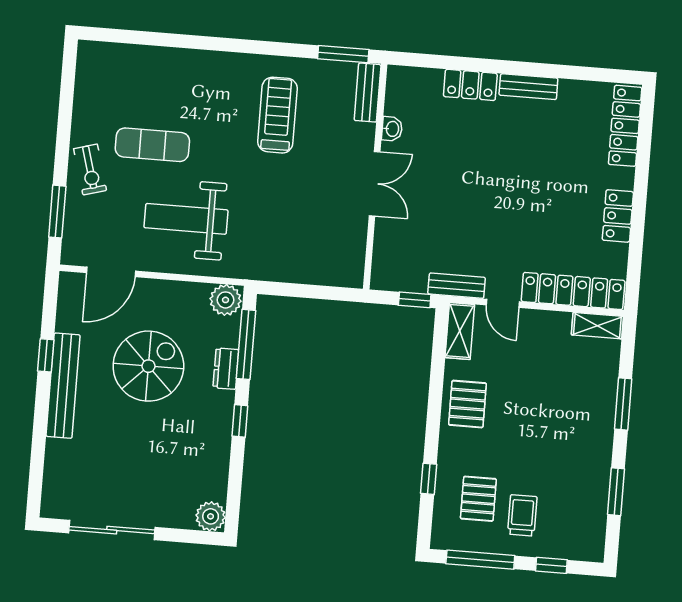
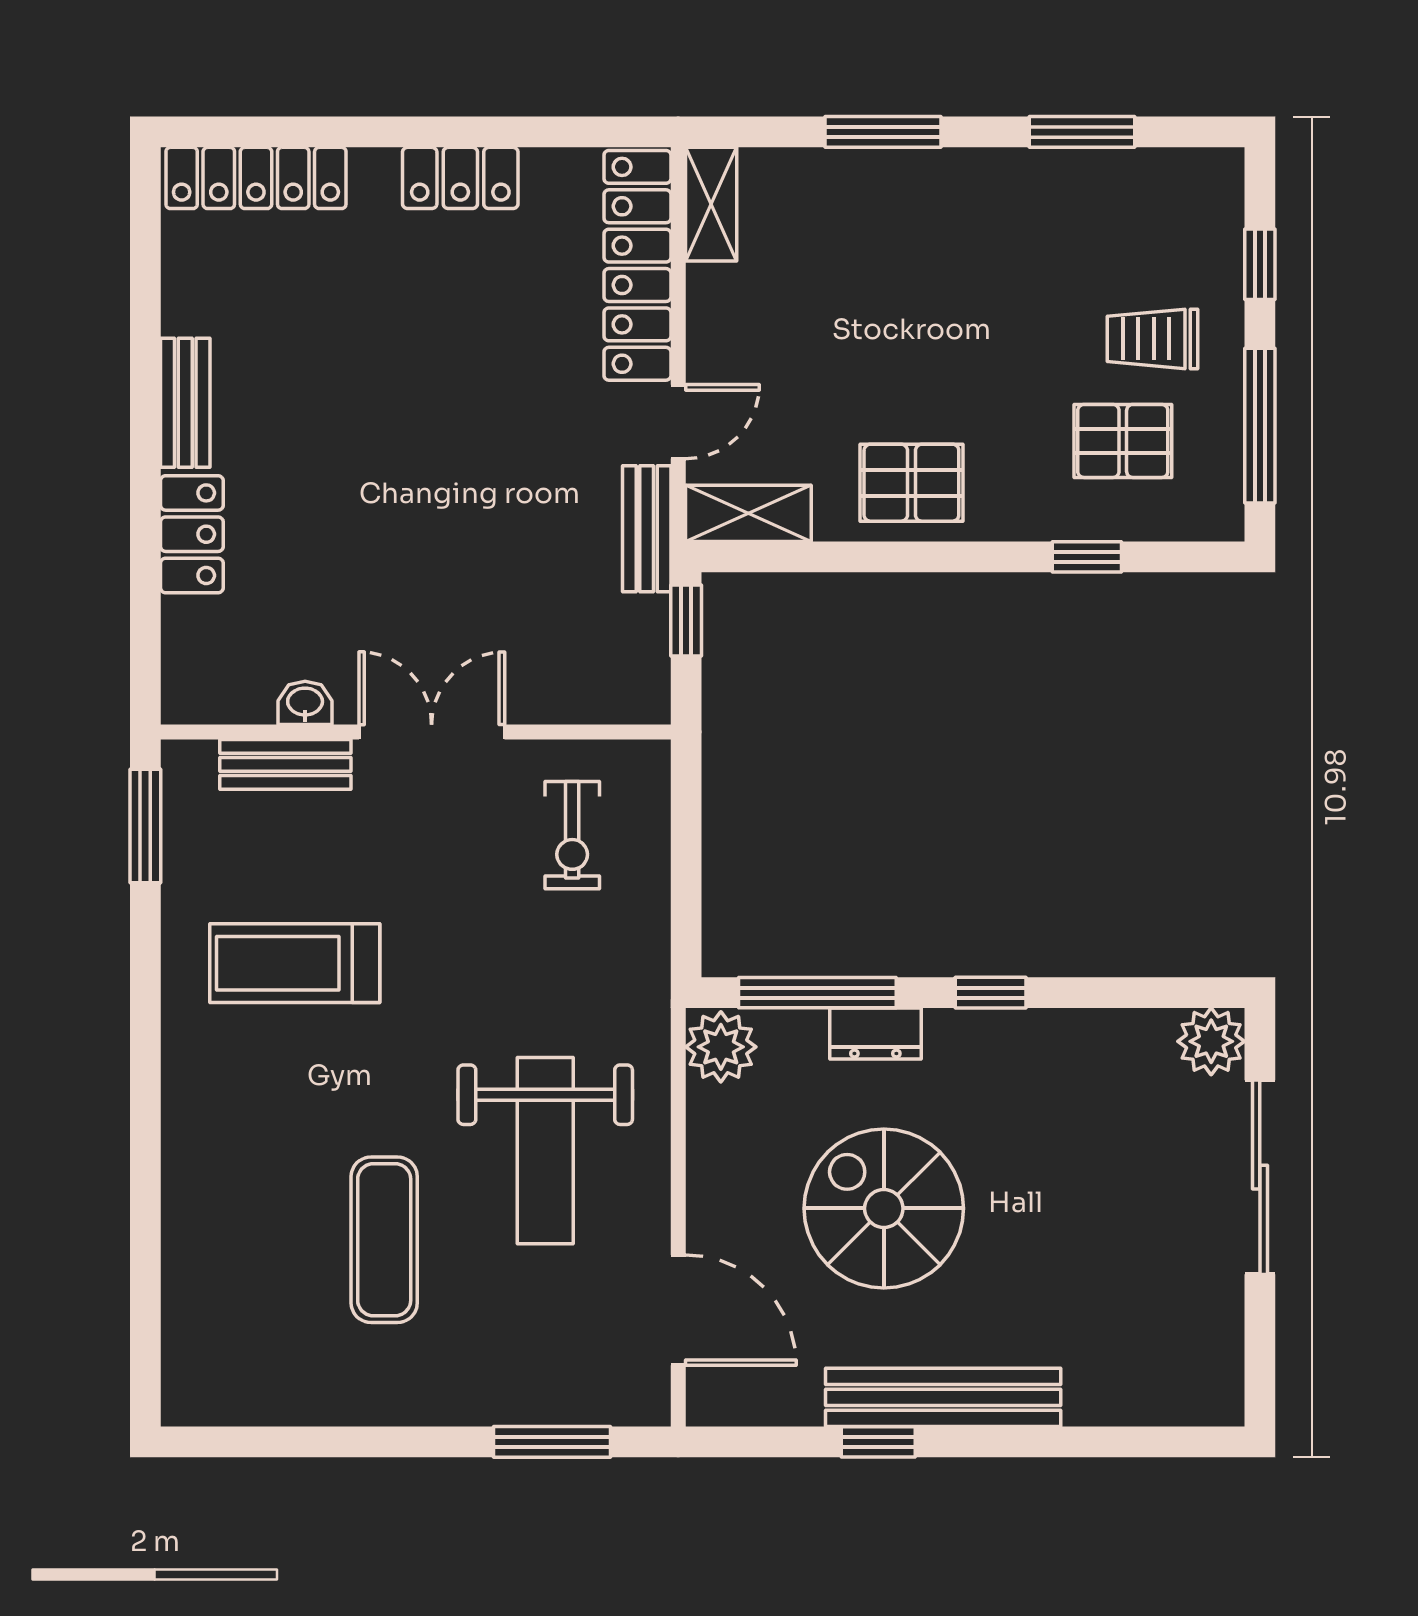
bench: (368, 93) -> (285, 764), moved
exercise bike: (90, 170) -> (572, 835), moved, turned 106
sliding door: (112, 530) -> (1260, 1177), moved

